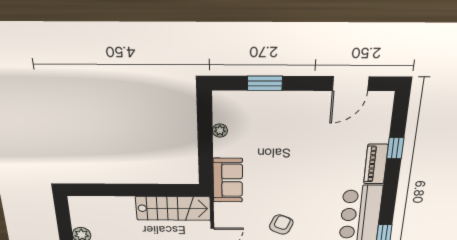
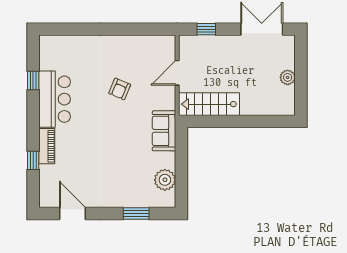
door: (351, 84) -> (72, 214), hinge flipped
plant: (220, 130) -> (165, 180), width x1.88, depth x1.88

